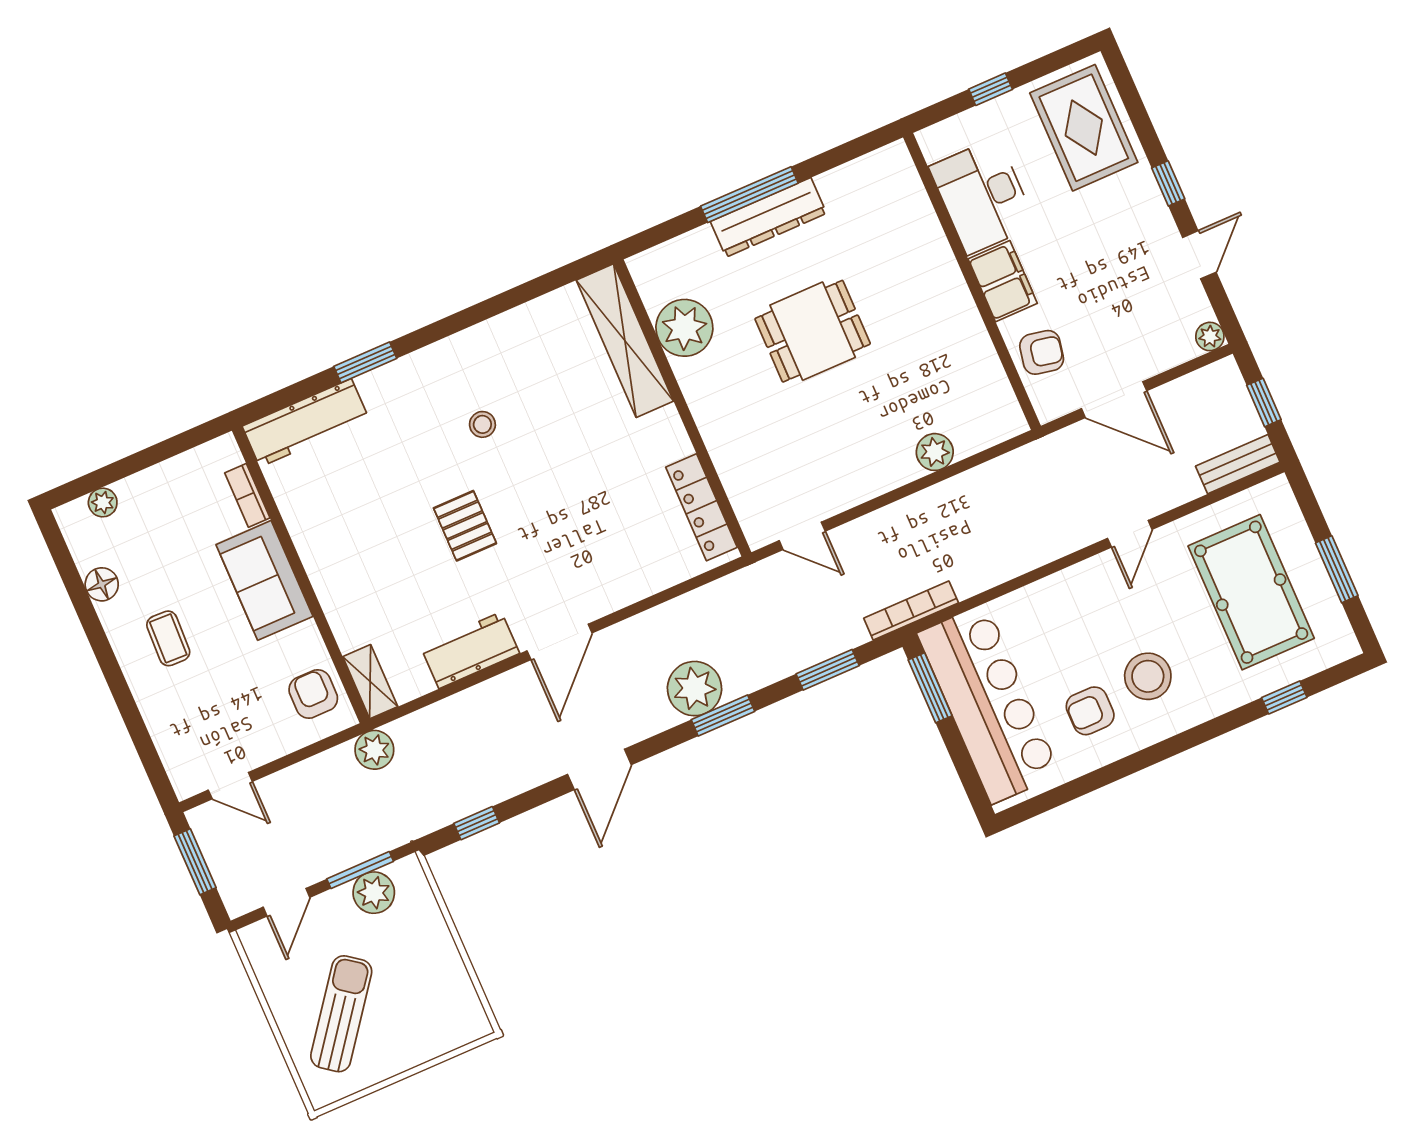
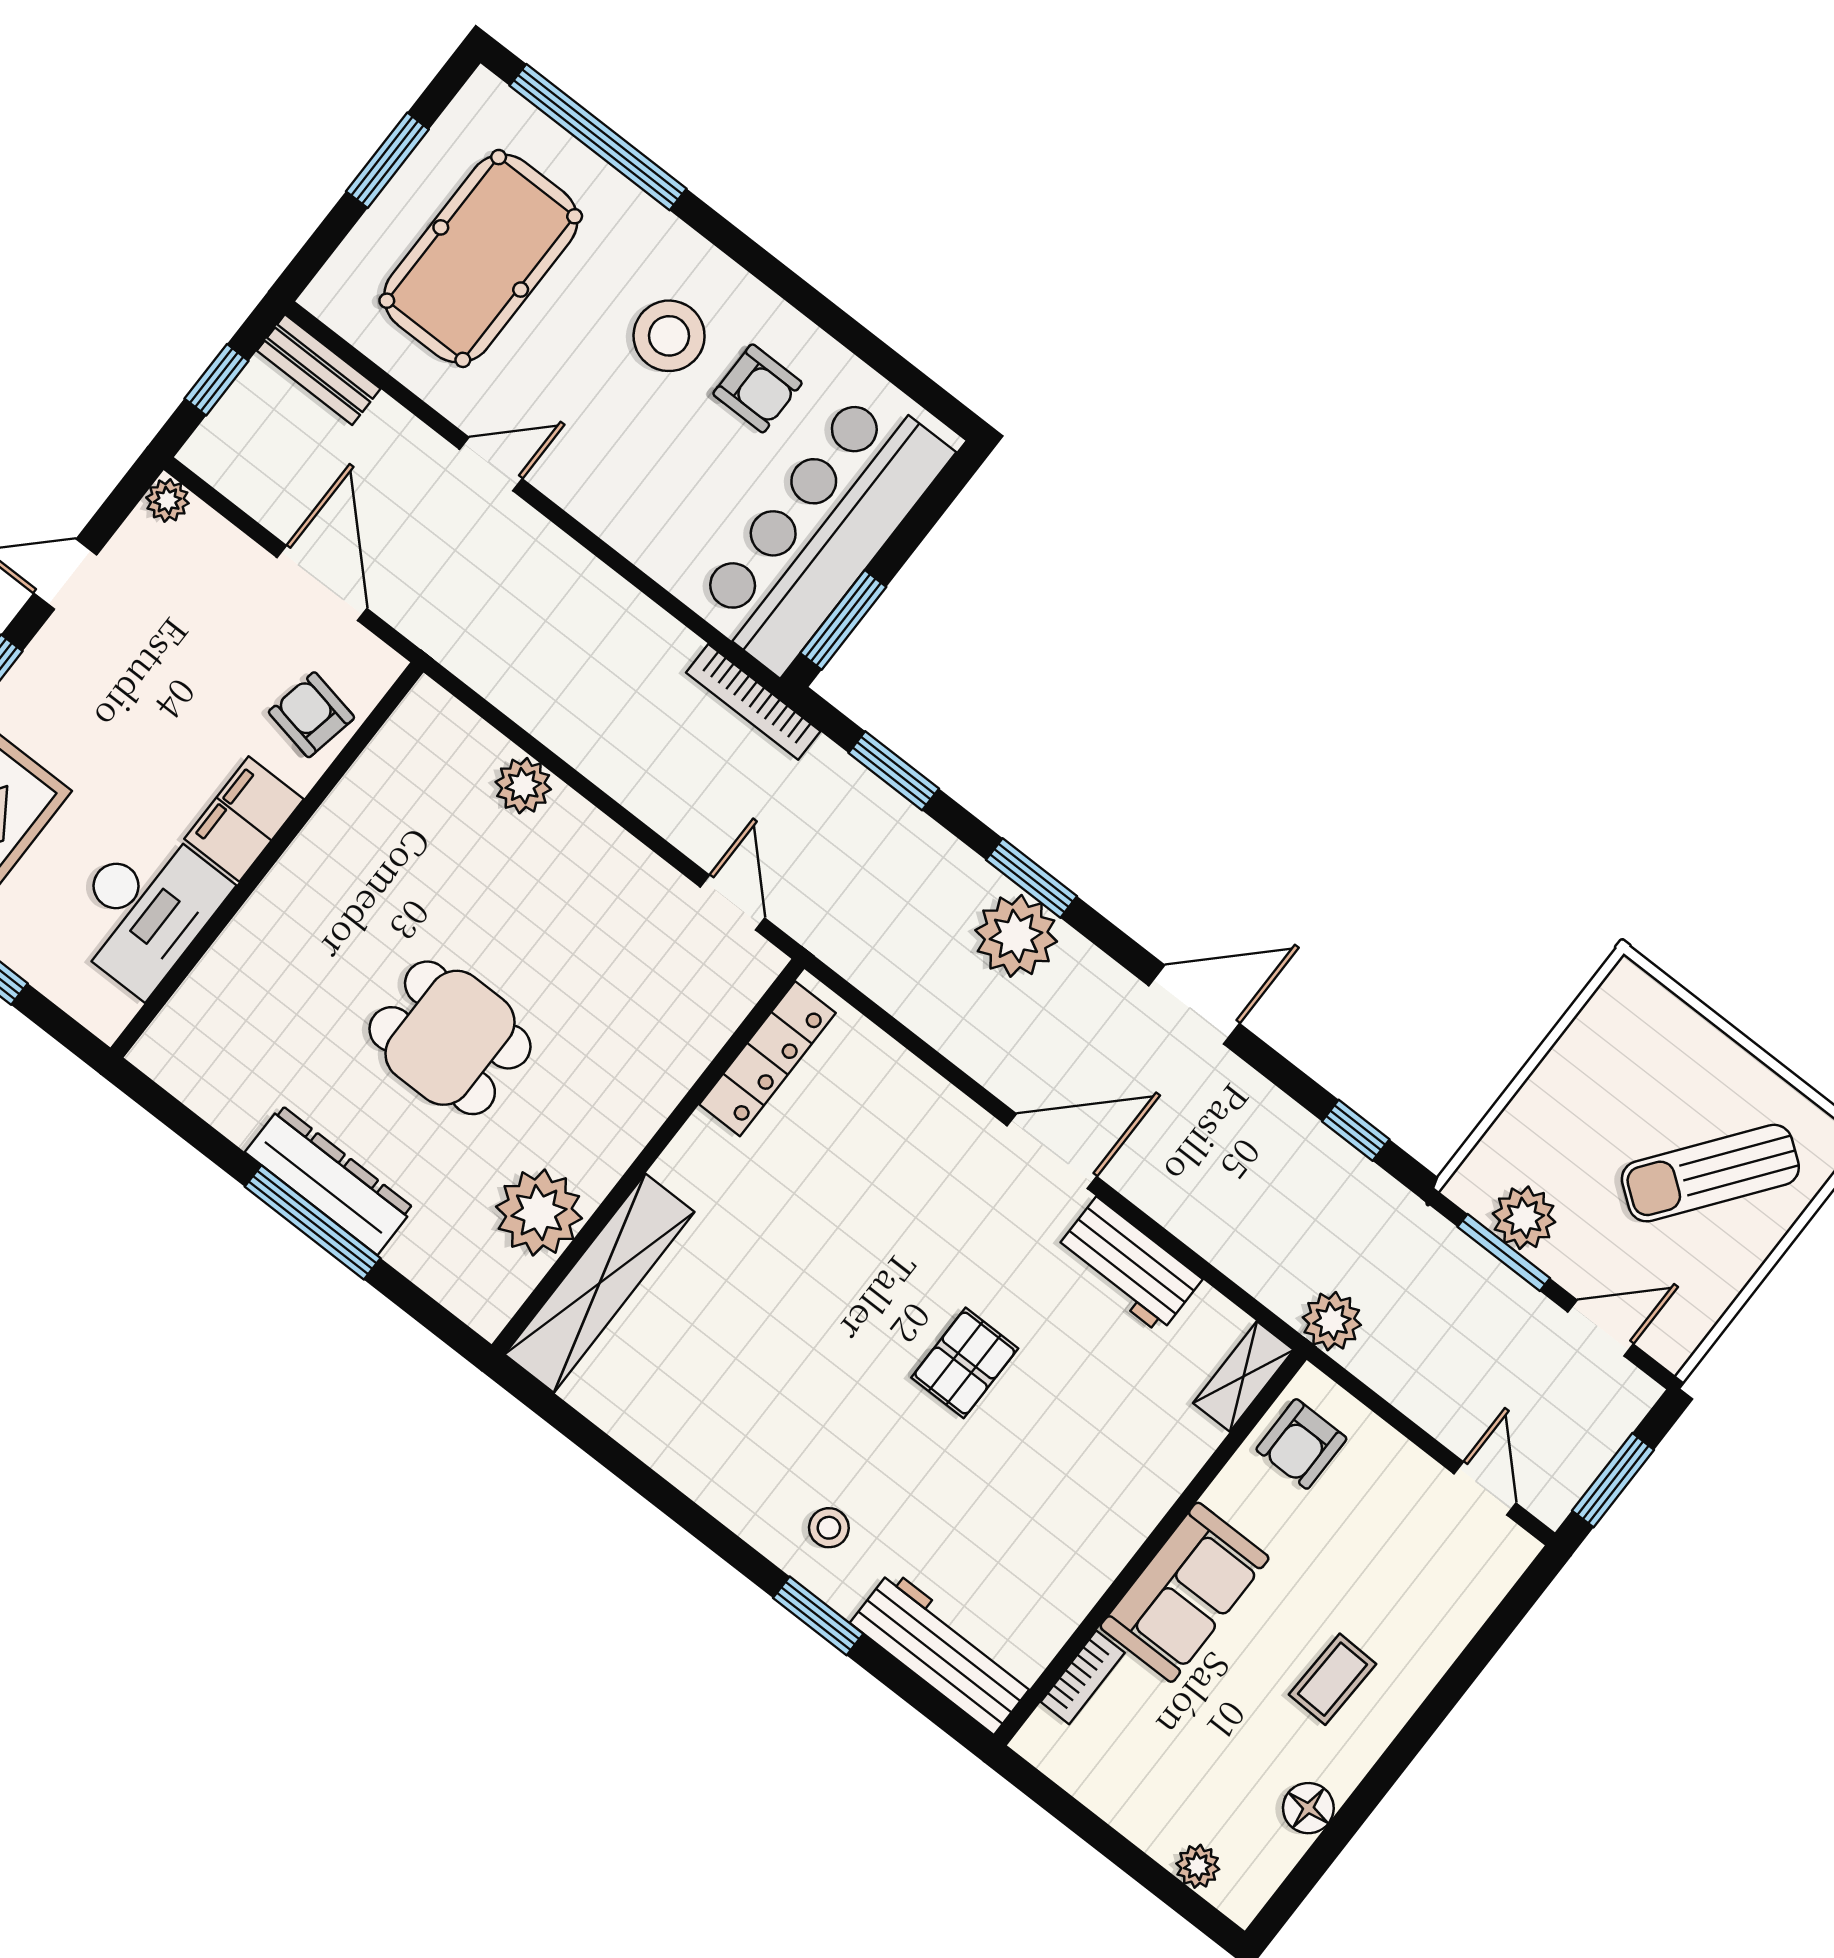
stool: (482, 424) -> (829, 1528), moved
window: (1284, 697) -> (598, 137), width x3.17

